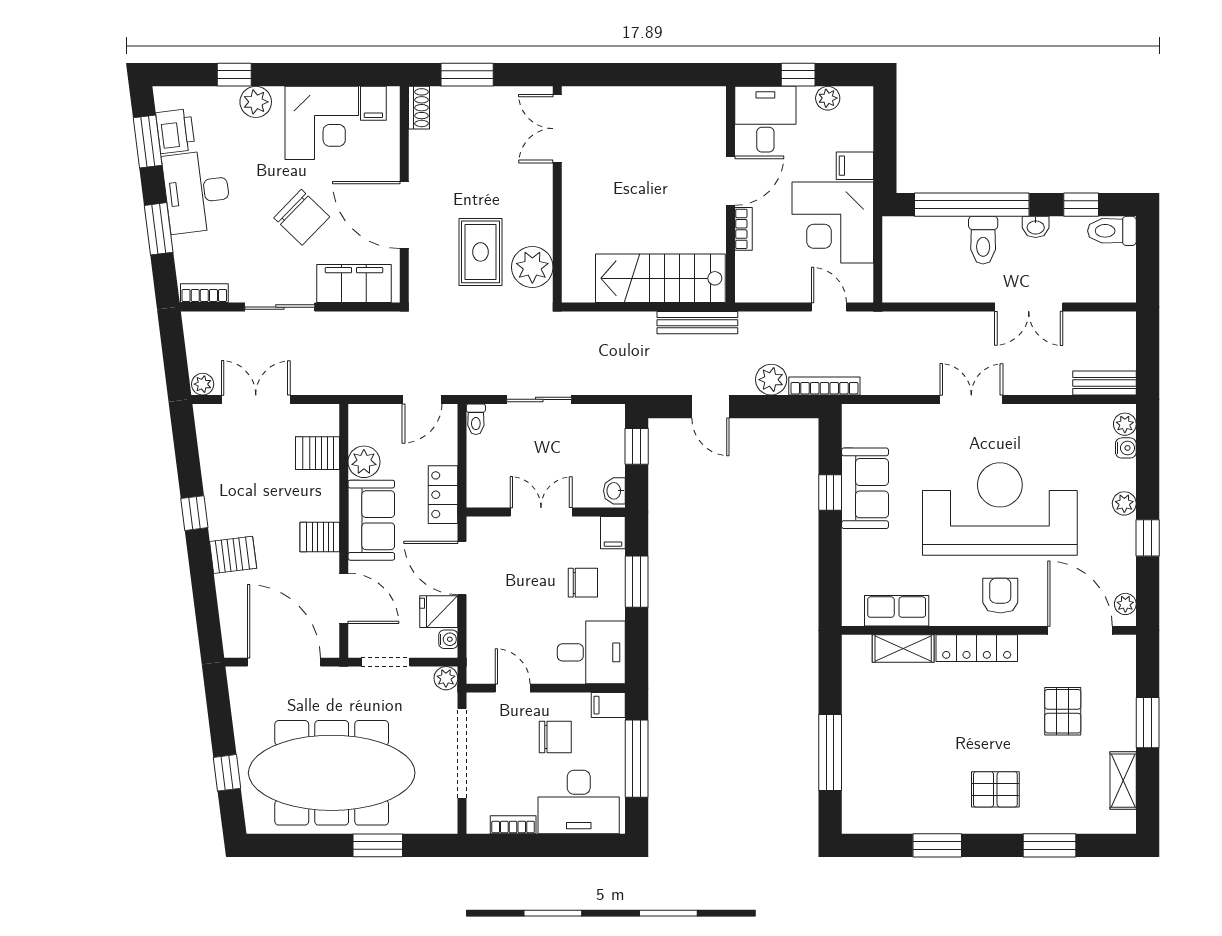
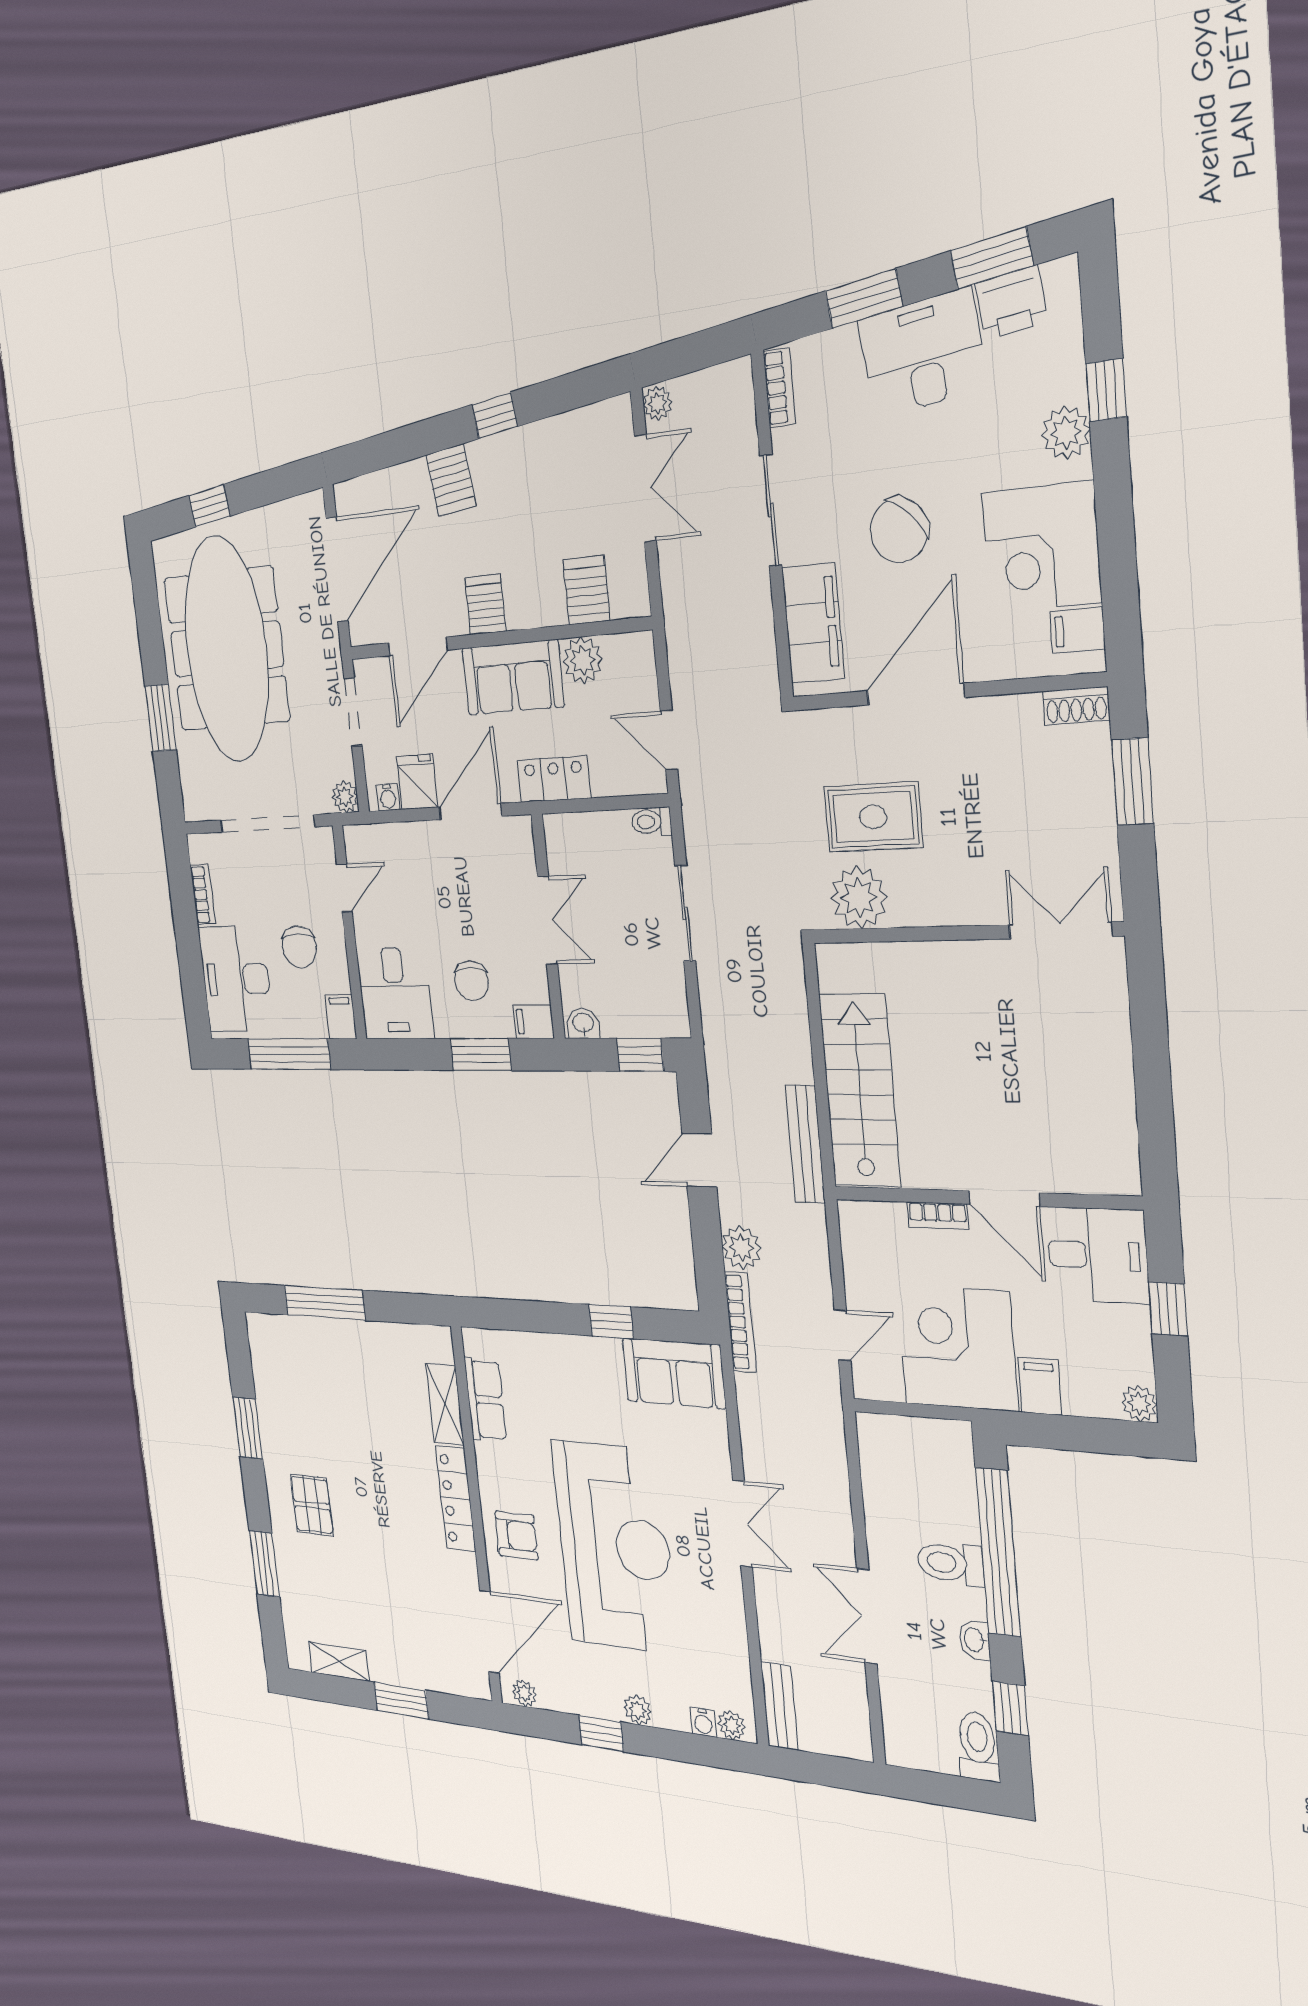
plant: (828, 98) -> (1139, 1404), moved
sofa: (865, 488) -> (674, 1373), moved
pallet: (1063, 711) -> (401, 1598), removed

